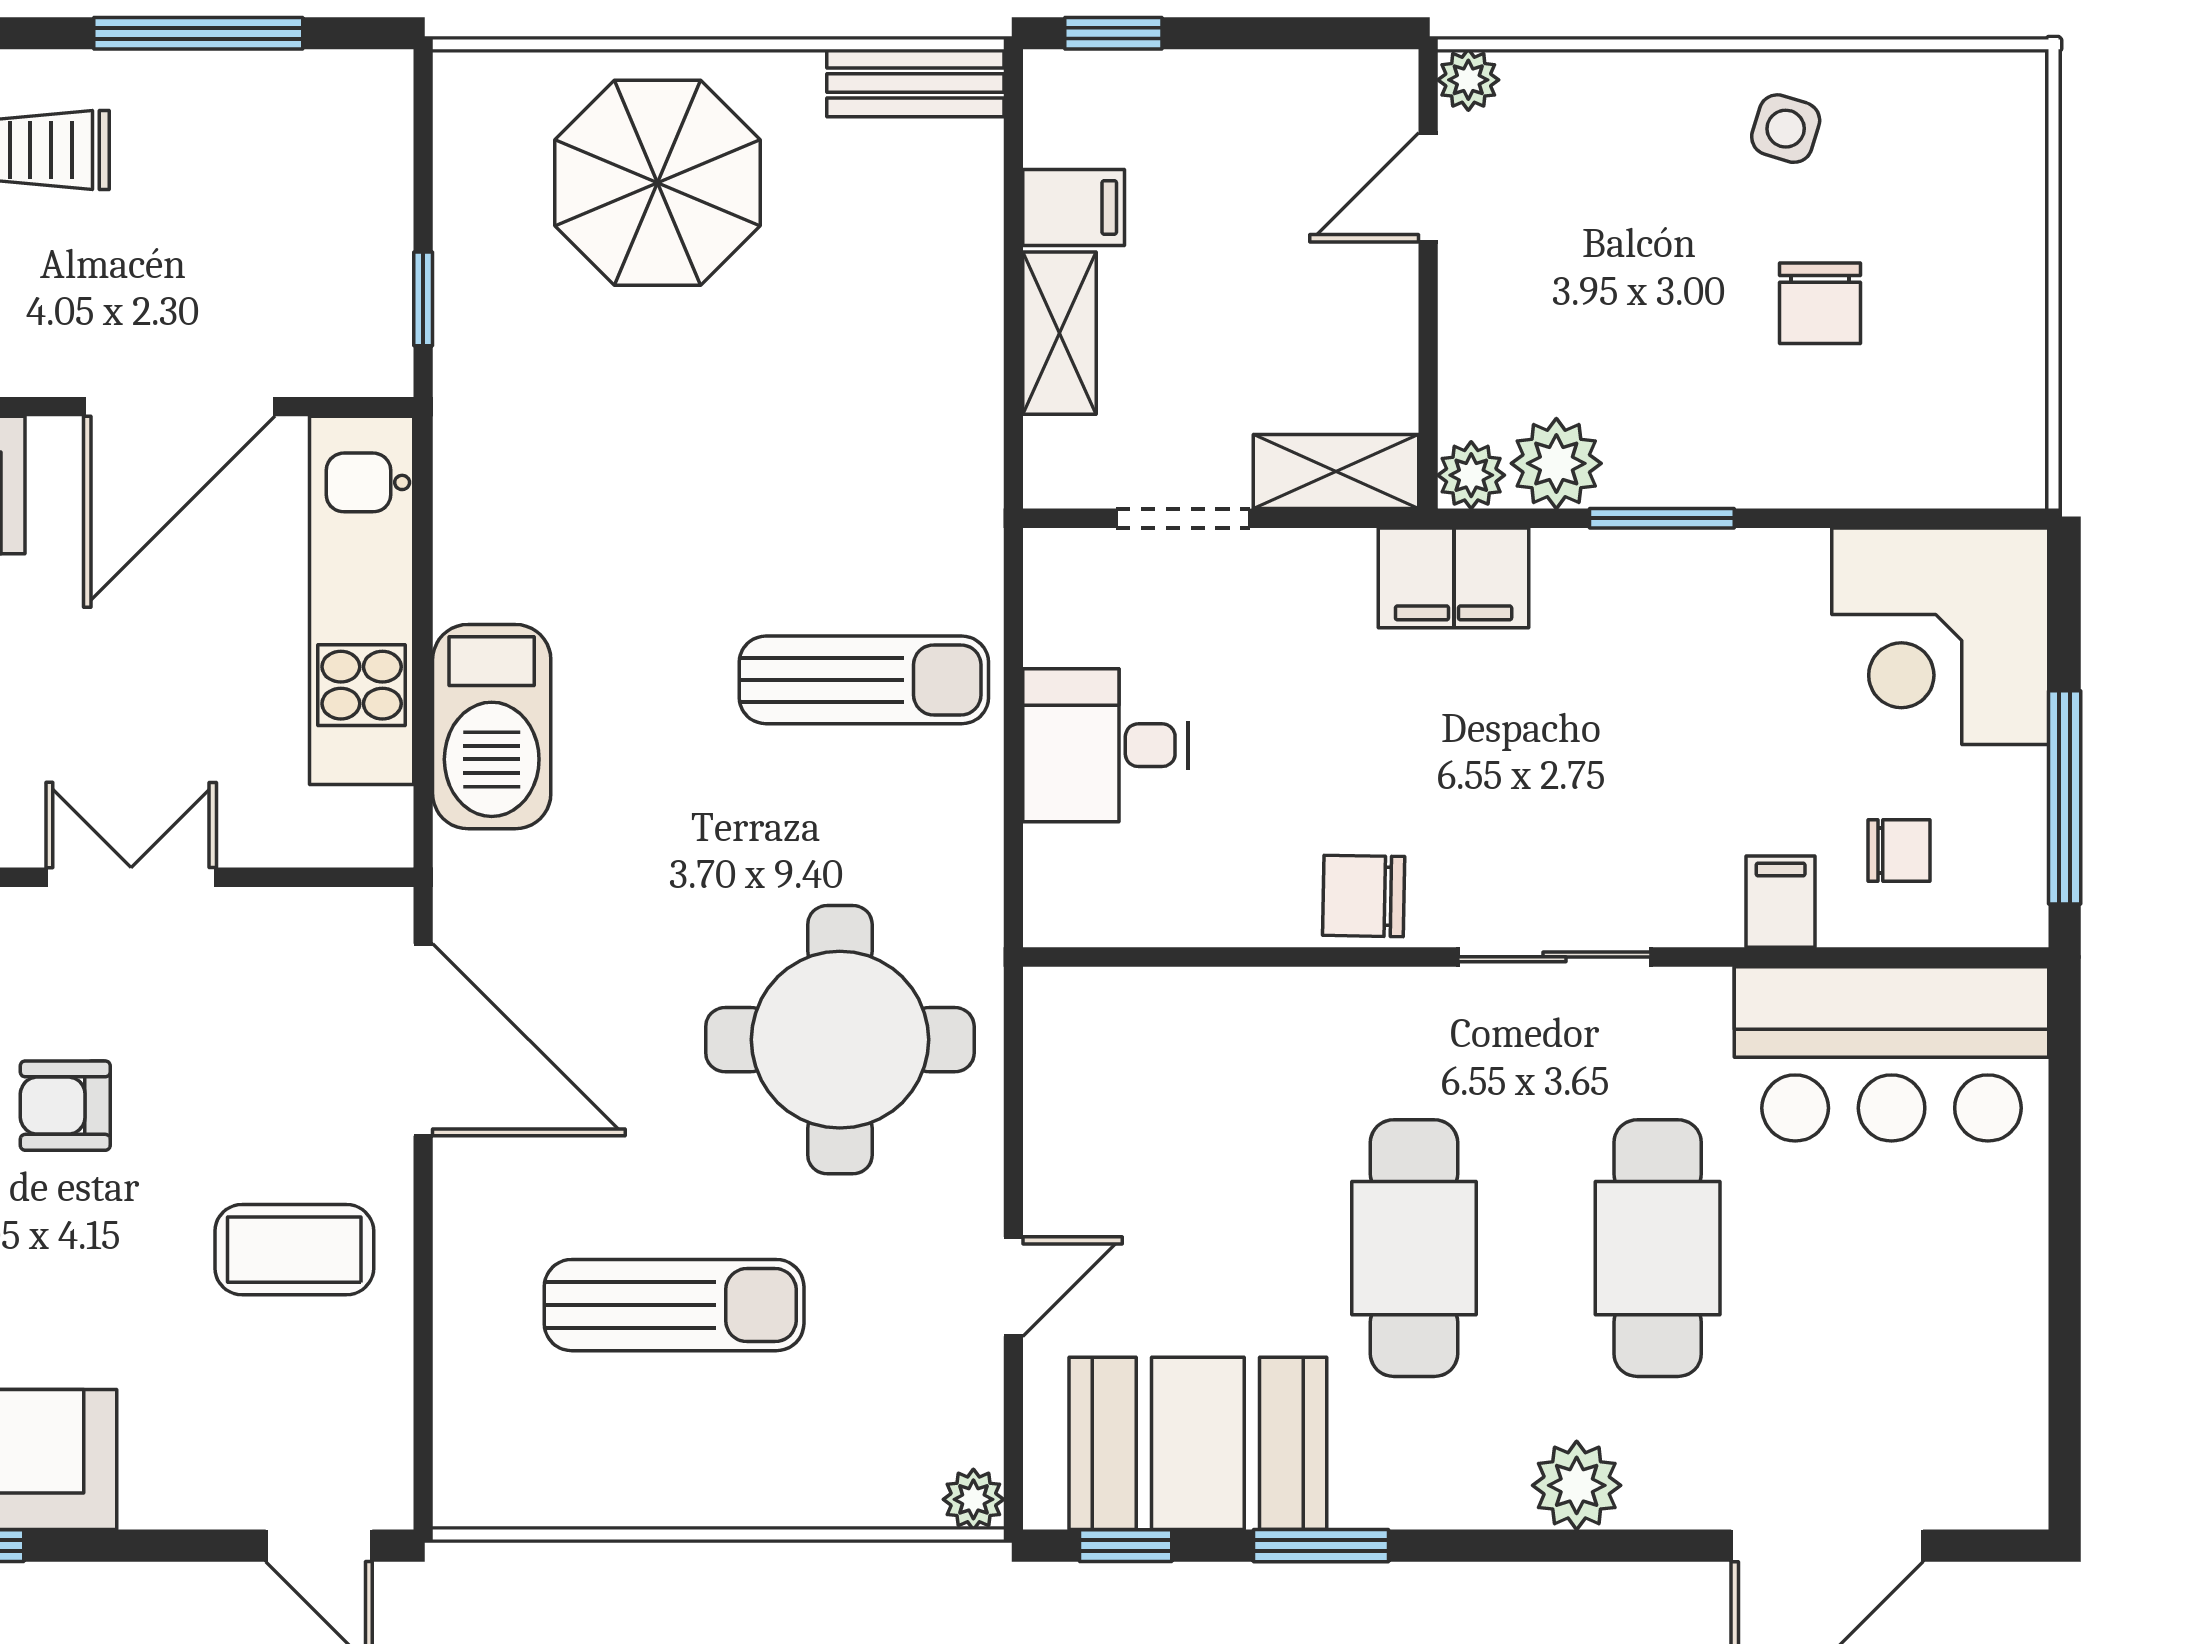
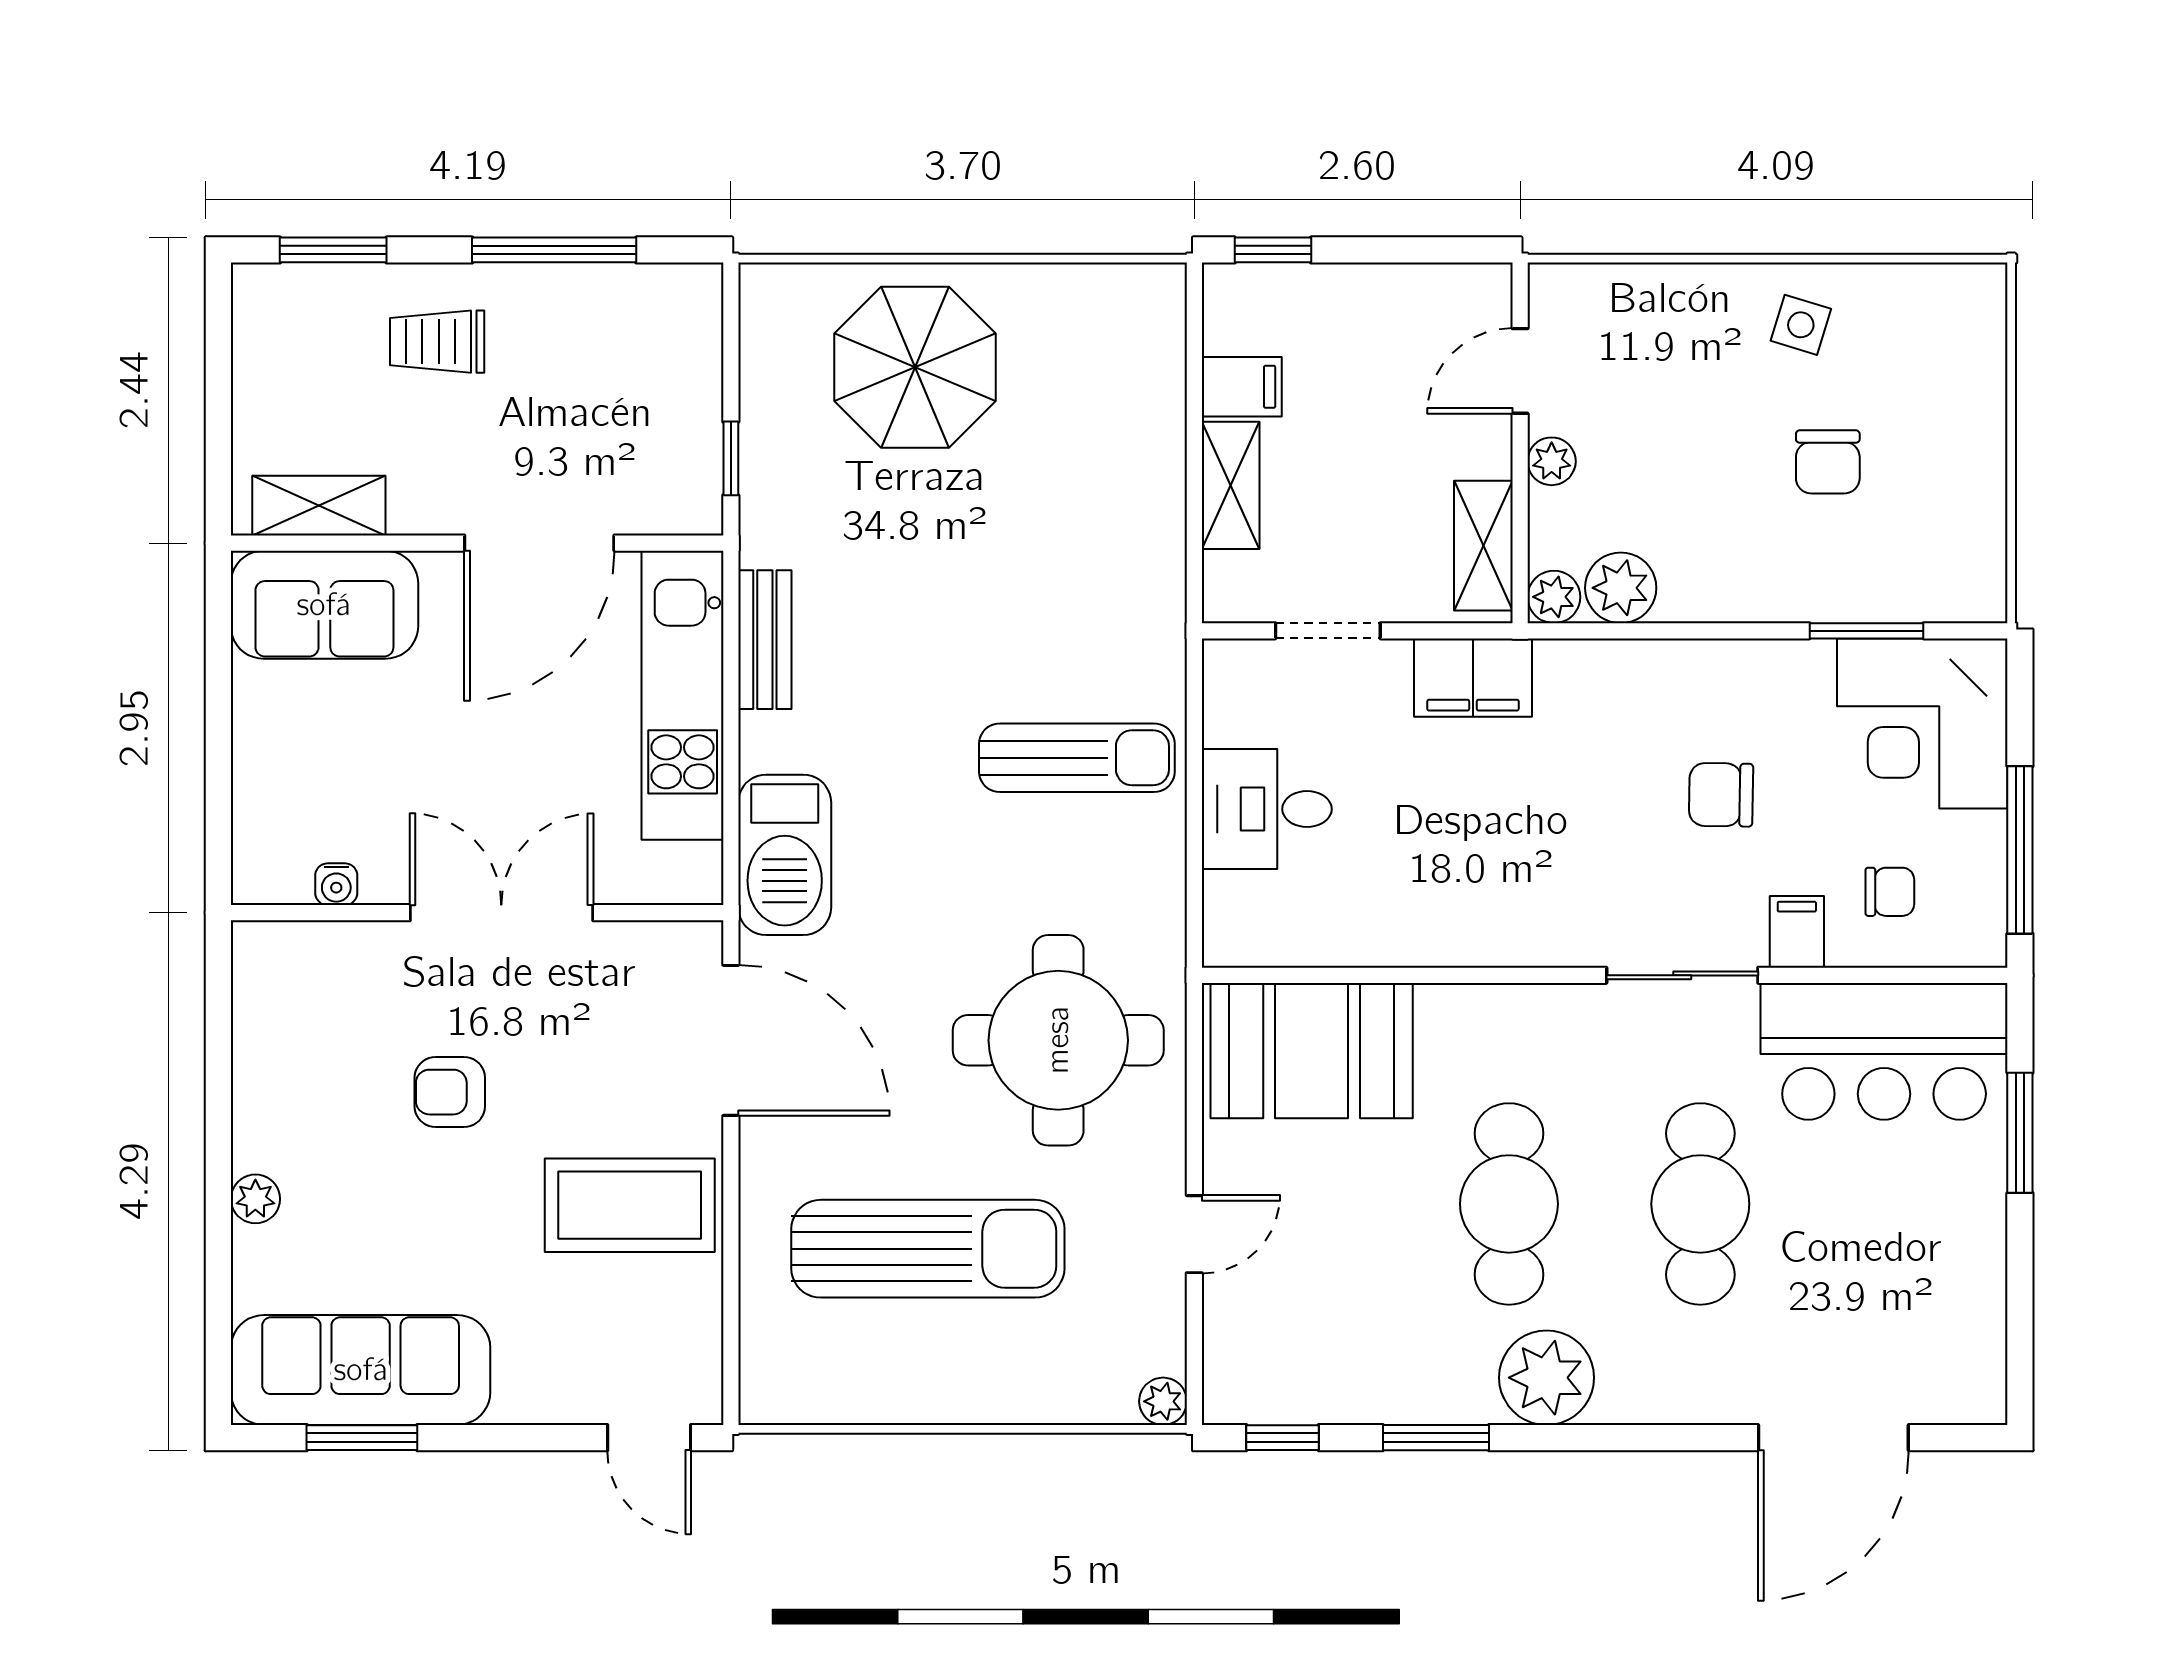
plant: (1468, 80) -> (1552, 461), moved
bench: (915, 83) -> (765, 640), moved, turned 90
shelving: (1336, 471) -> (1483, 546), moved, turned 90
window: (1662, 518) -> (1866, 631), moved
filing cabinet: (1454, 578) -> (1473, 678), moved
barbecue: (492, 727) -> (785, 855), moved
double door: (131, 877) -> (501, 913), width x1.37
chair: (1364, 896) -> (1721, 795), moved
sliding door: (1554, 957) -> (1682, 975), moved
window: (2065, 1157) -> (2020, 1133), added
coffee table: (294, 1250) -> (630, 1205), width x1.36, depth x1.32
sun lounger: (674, 1305) -> (928, 1249), width x1.36, depth x1.34
booth: (1198, 1443) -> (1312, 1051), moved
plant: (1577, 1485) -> (1547, 1378), moved, width x1.36, depth x1.36

